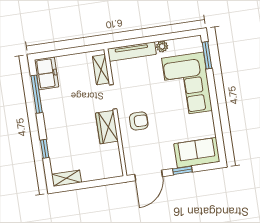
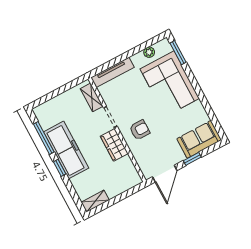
plant: (162, 46) -> (149, 52), moved
freezer: (47, 73) -> (66, 150), moved, width x1.91, depth x1.26
window: (45, 149) -> (60, 168), moved

